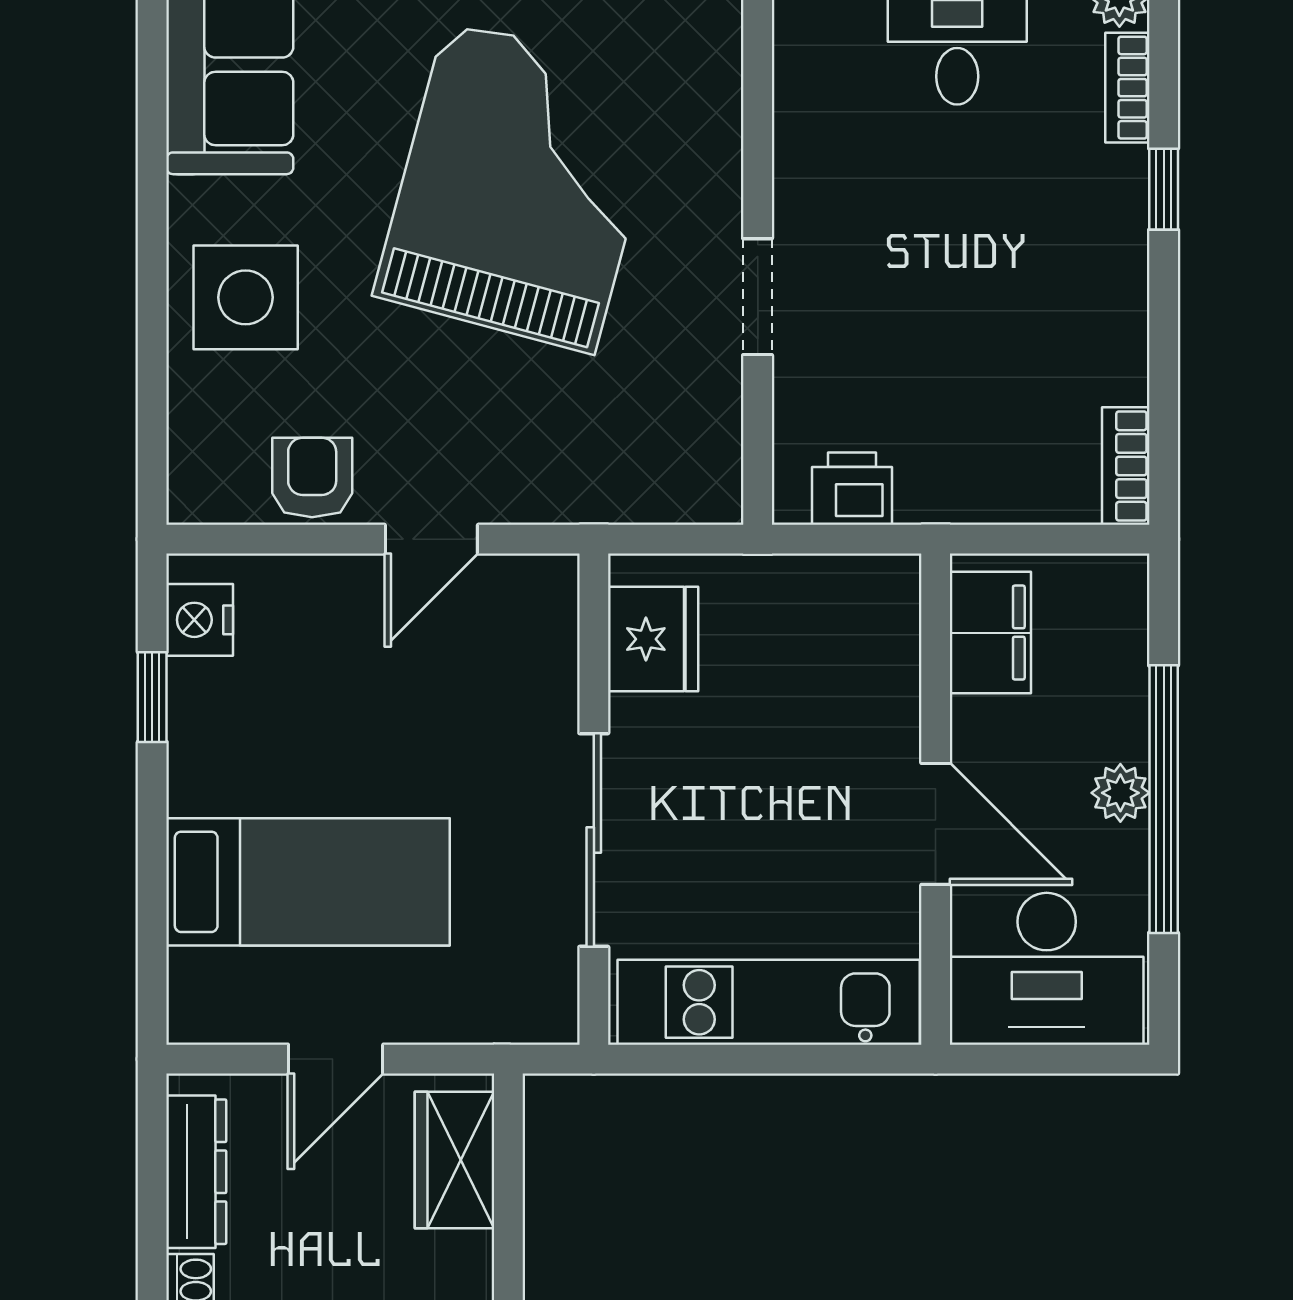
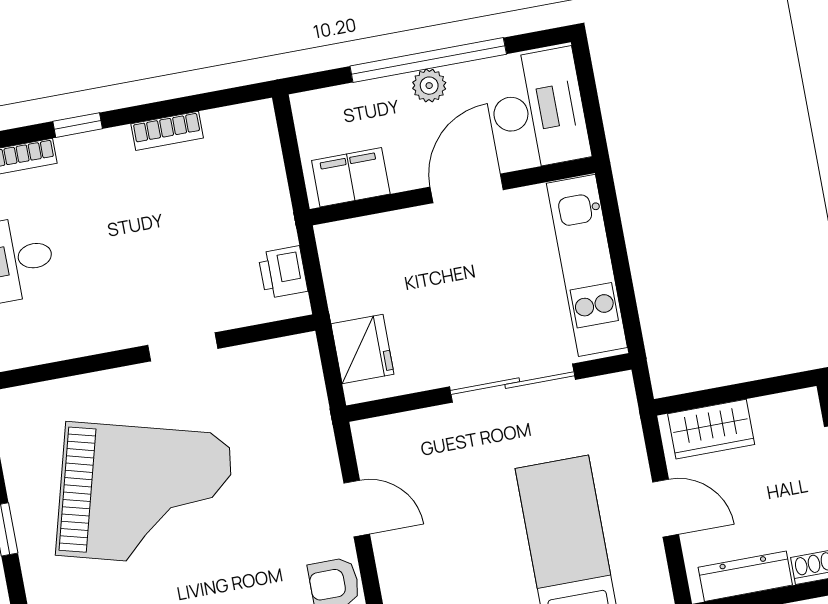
grand piano: (520, 186) -> (145, 495), turned 180
bookcase: (1126, 466) -> (167, 131), moved
fridge: (653, 639) -> (362, 349), moved, turned 90

